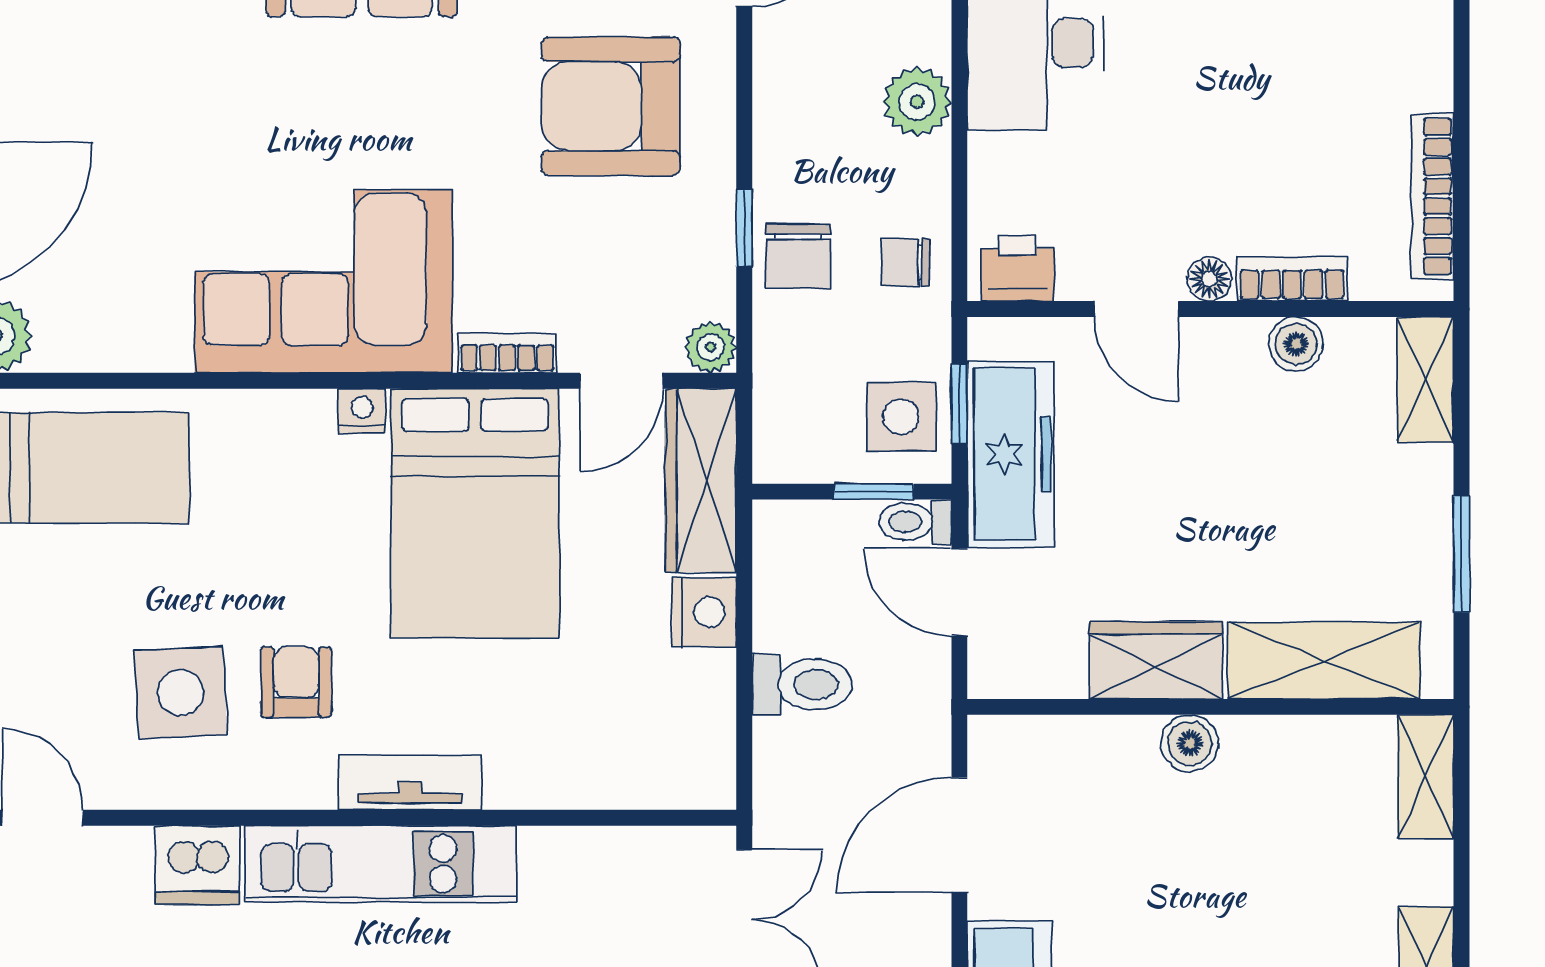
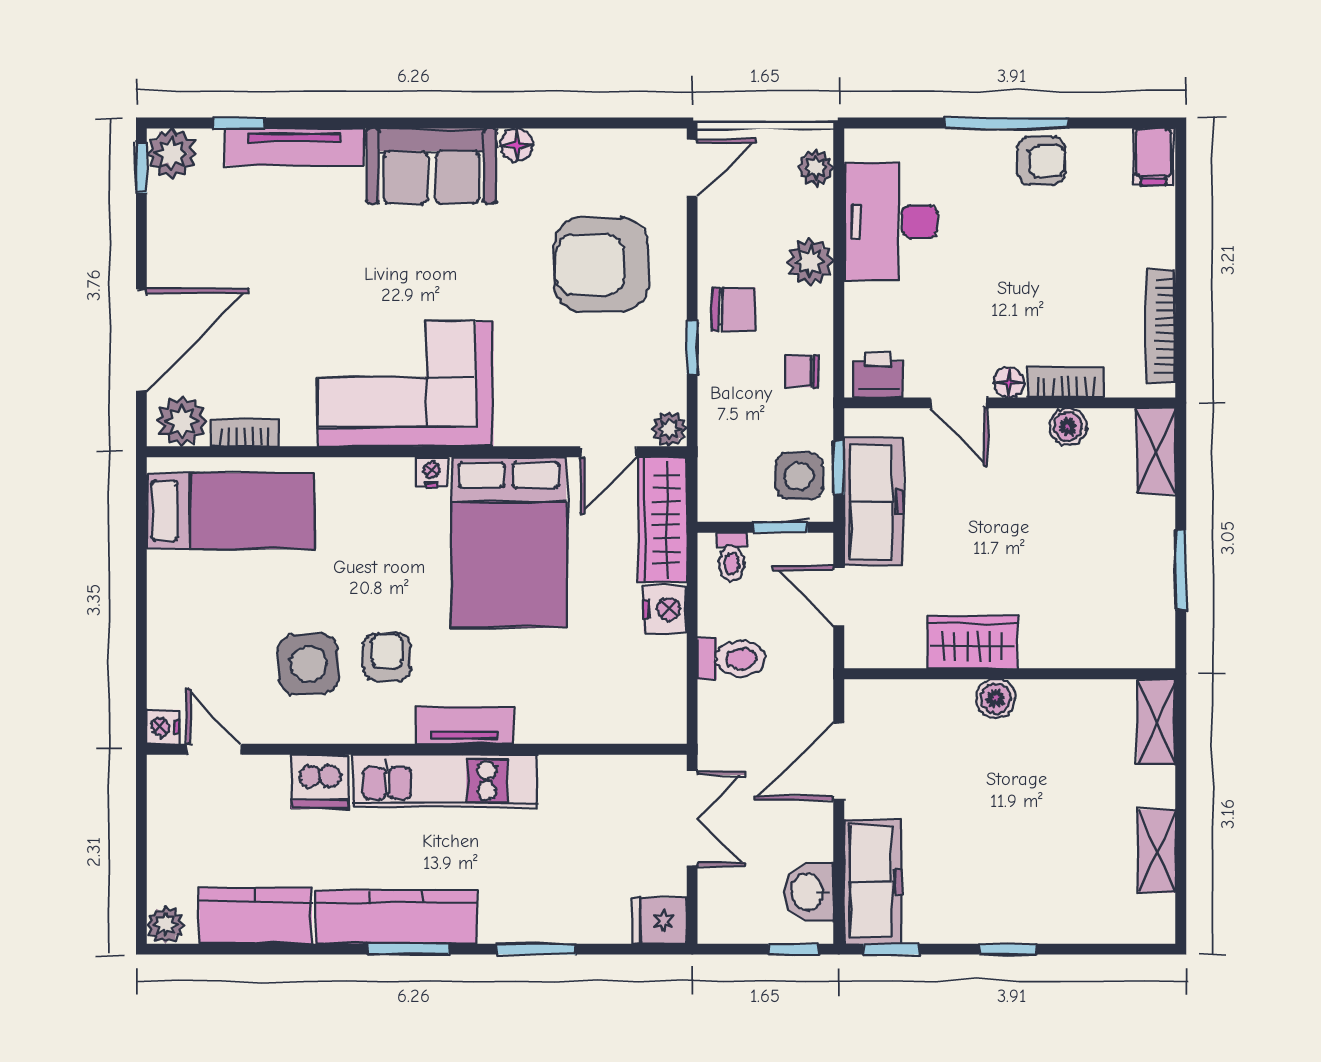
chair: (798, 256) -> (733, 309), moved, turned -91
bookcase: (507, 353) -> (244, 433), moved
toilet: (915, 522) -> (731, 557), moved, turned -90
shelving: (1324, 661) -> (1087, 642), removed

